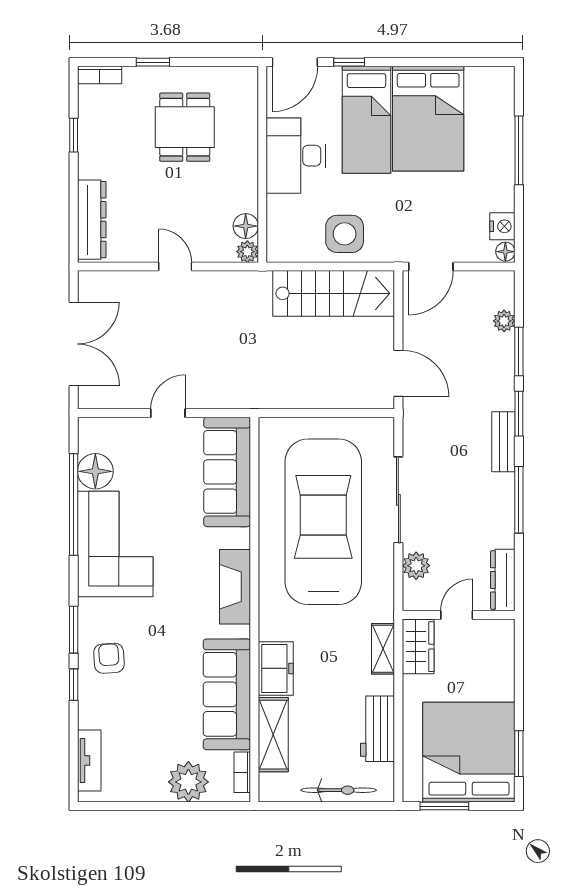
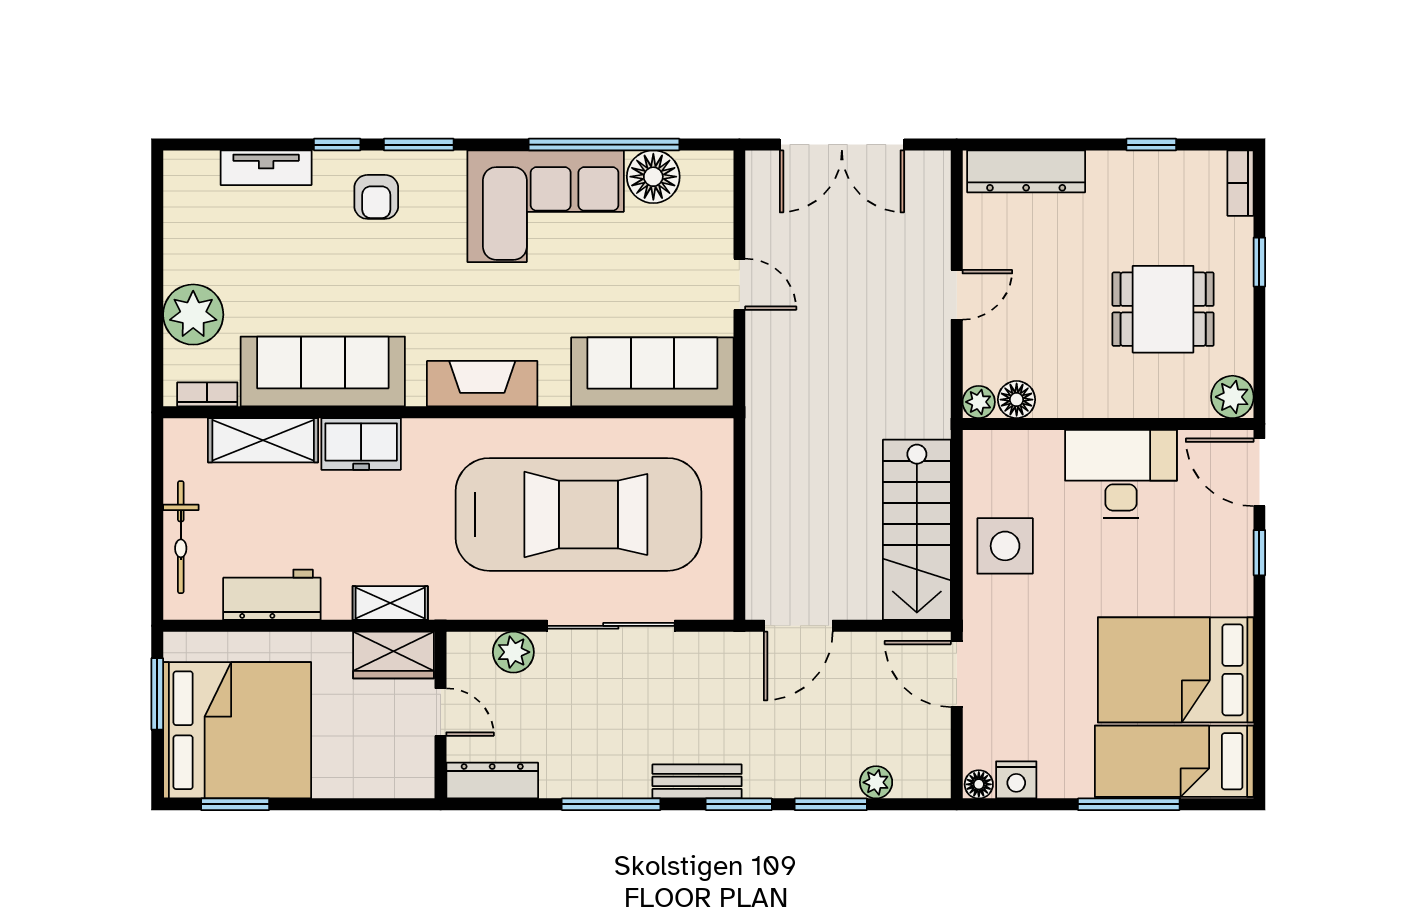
plant: (244, 80) -> (1232, 397), added
bed: (366, 120) -> (1174, 761), moved
armchair: (109, 658) -> (376, 197), turned 94
tv unit: (89, 760) -> (266, 168), moved

